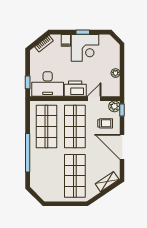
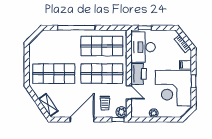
corner desk: (85, 48) -> (173, 88), width x1.36, depth x1.36

